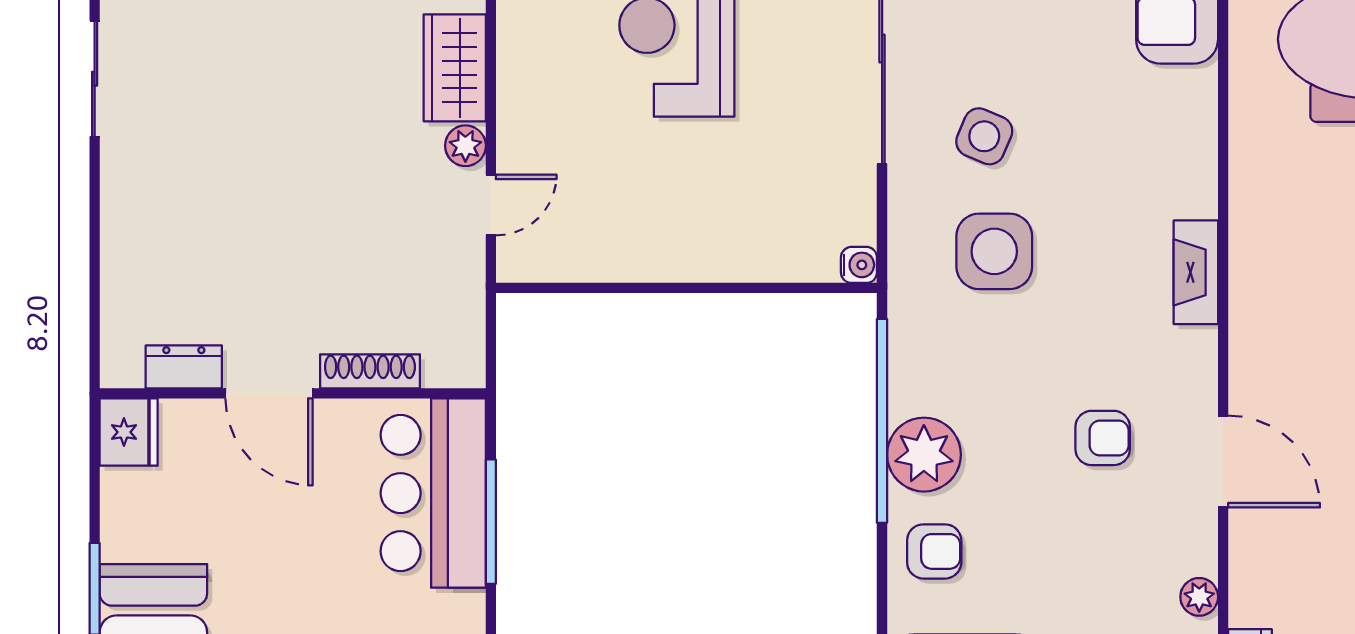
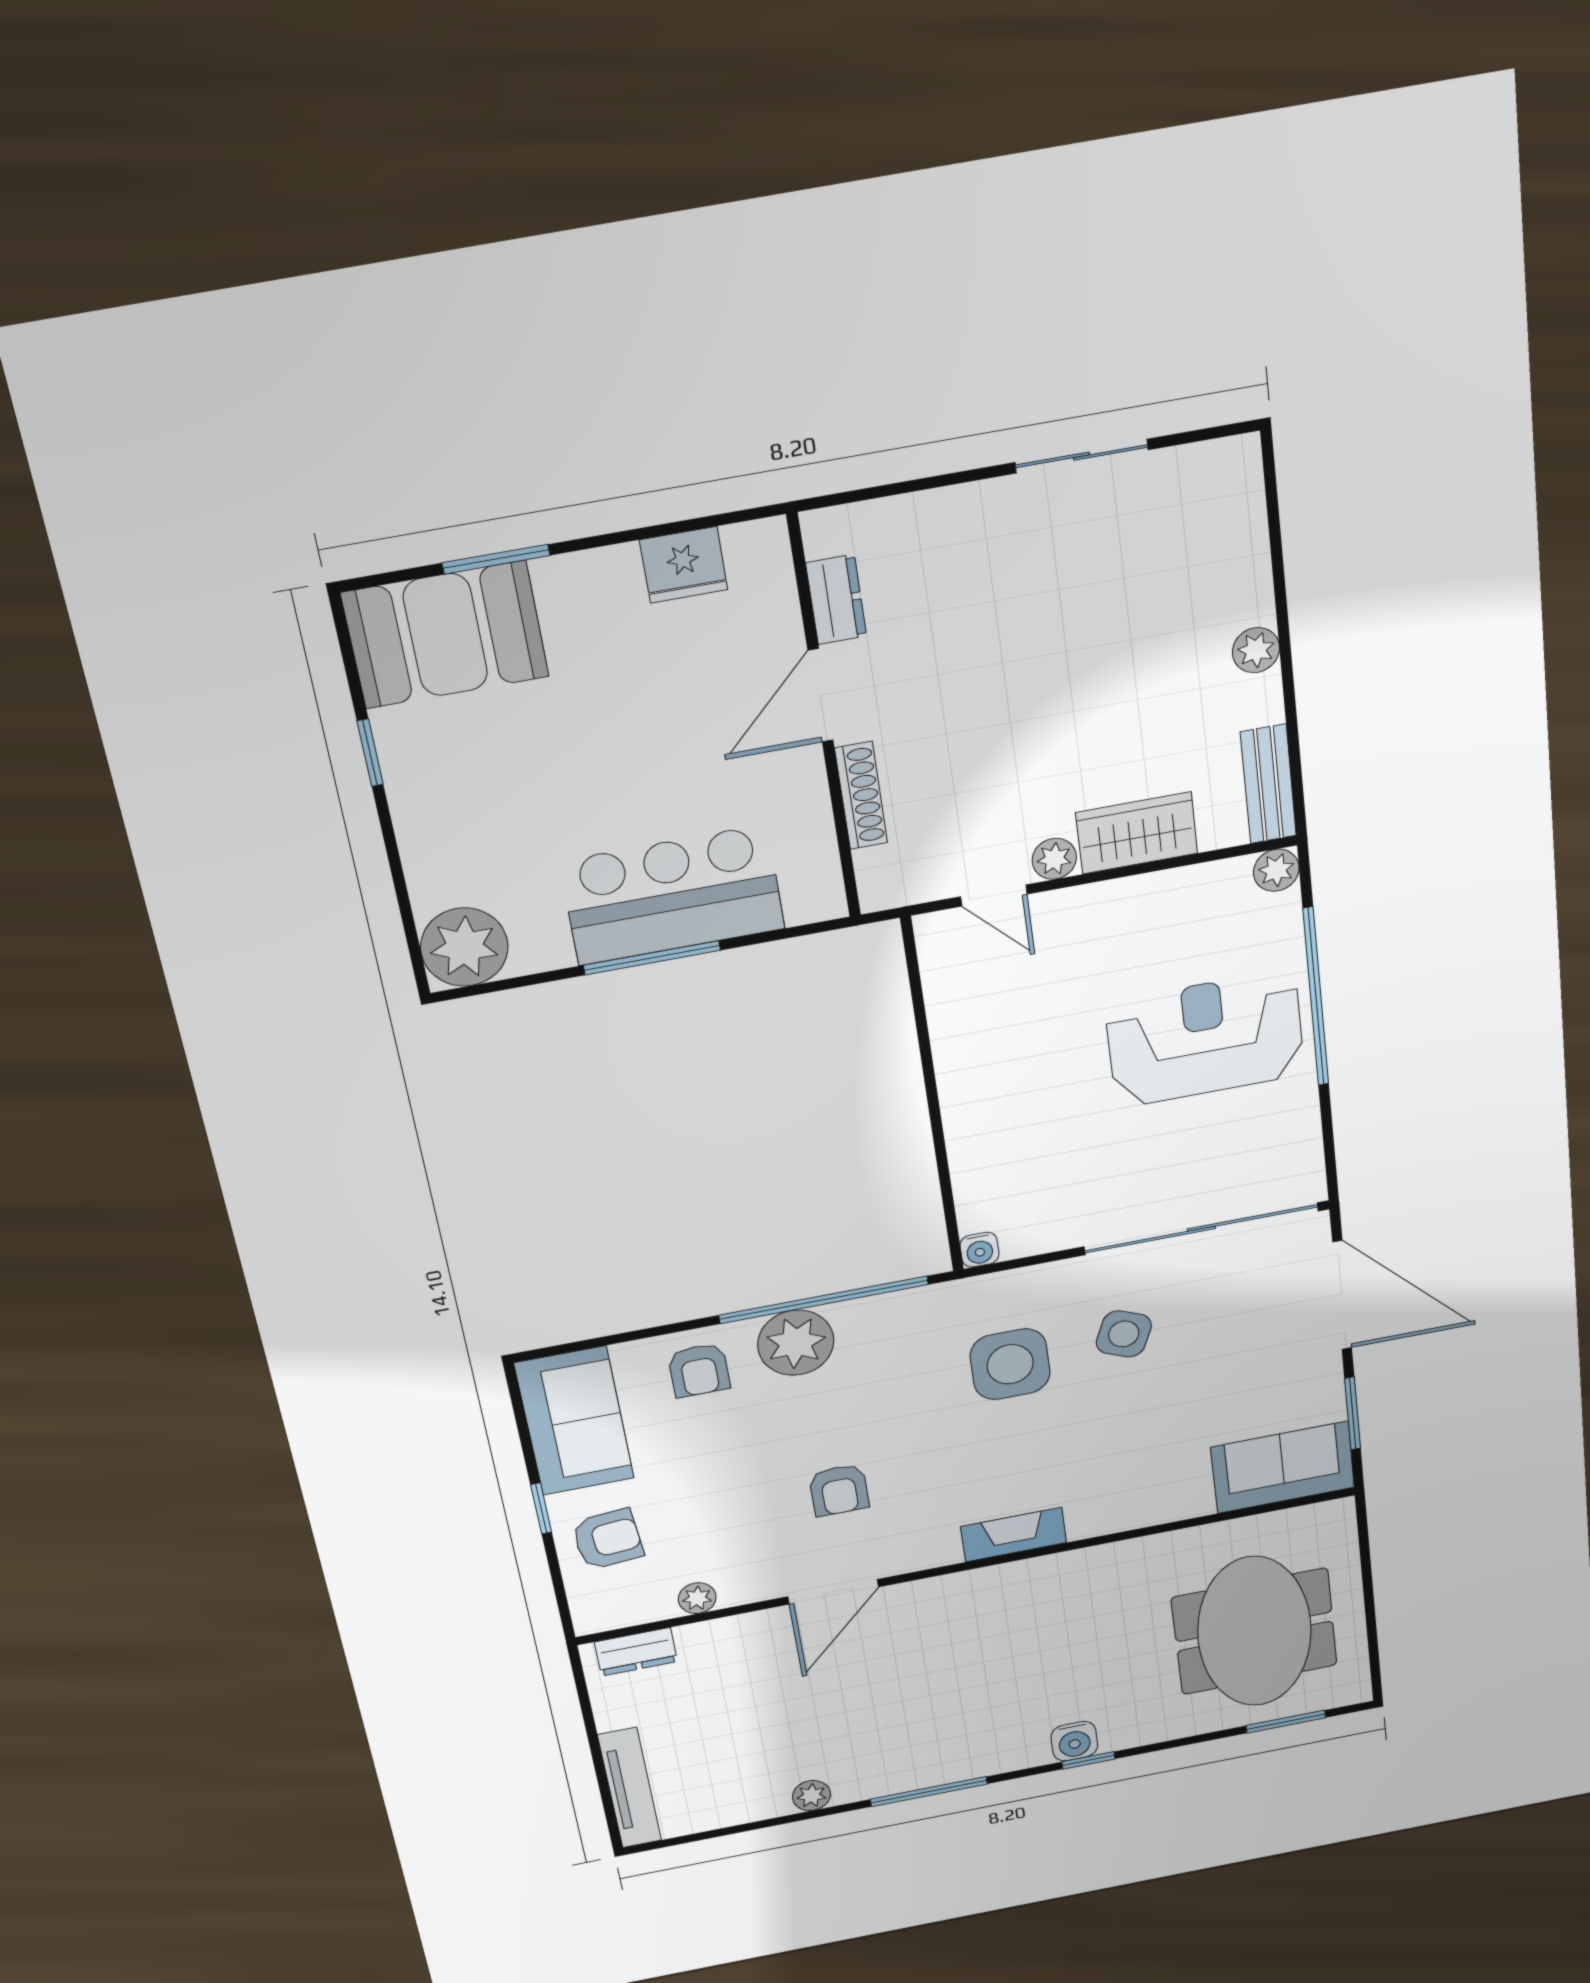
dresser: (184, 367) -> (836, 600), moved
shoe rack: (370, 371) -> (861, 795), moved
door: (269, 393) -> (821, 696), moved
wall: (293, 393) -> (824, 720), moved

